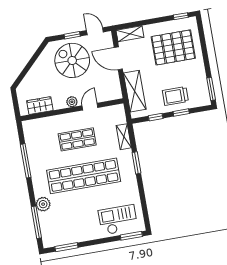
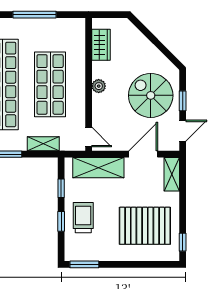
pallet: (173, 47) -> (145, 226), turned 90
spiral stairs: (72, 60) -> (151, 95), turned -90
door: (90, 107) -> (89, 137), moved
shop shelf: (77, 139) -> (50, 84), width x1.43, depth x1.36

